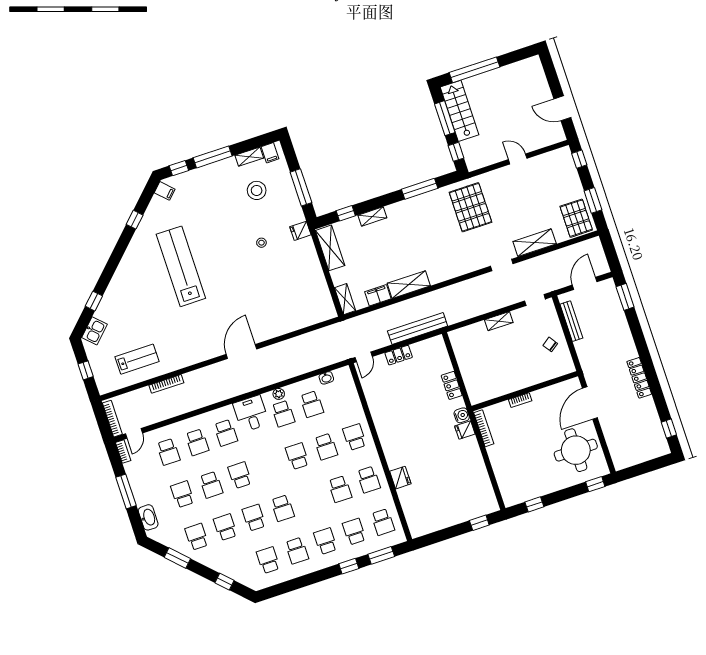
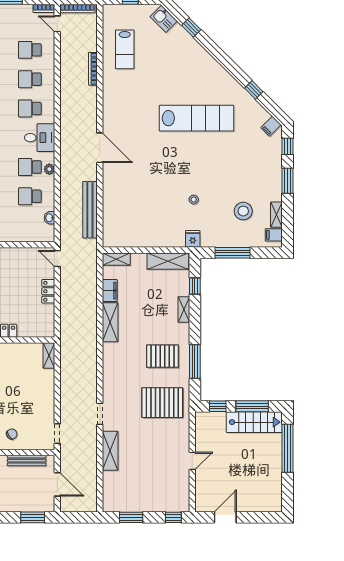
window: (213, 157) -> (288, 181), width x0.69
pallet: (576, 218) -> (163, 356), moved
shelving: (499, 321) -> (49, 356), moved
bench: (418, 328) -> (90, 210), moved

